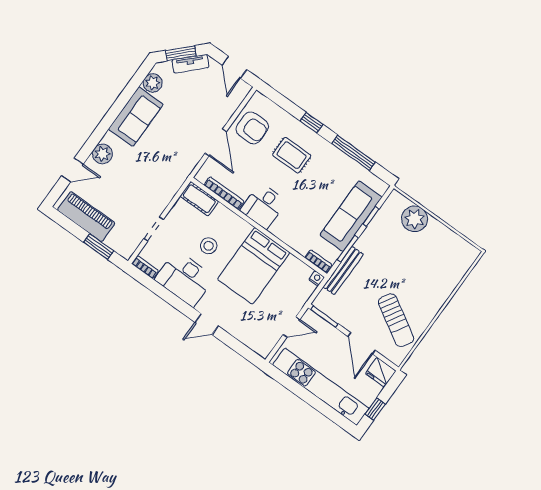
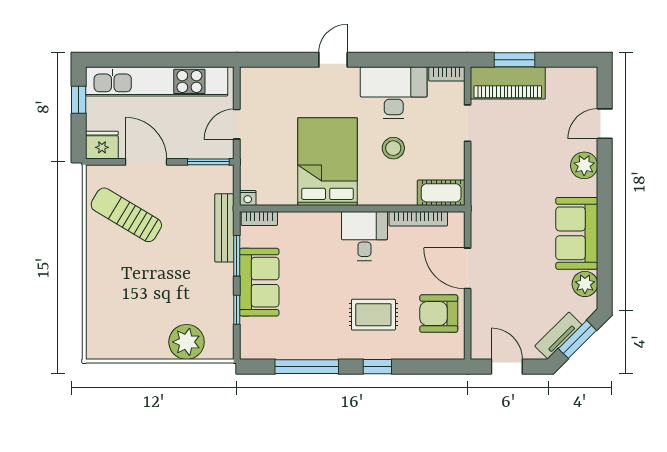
sofa: (351, 216) -> (259, 282), width x0.73
piano: (86, 217) -> (508, 83), moved

